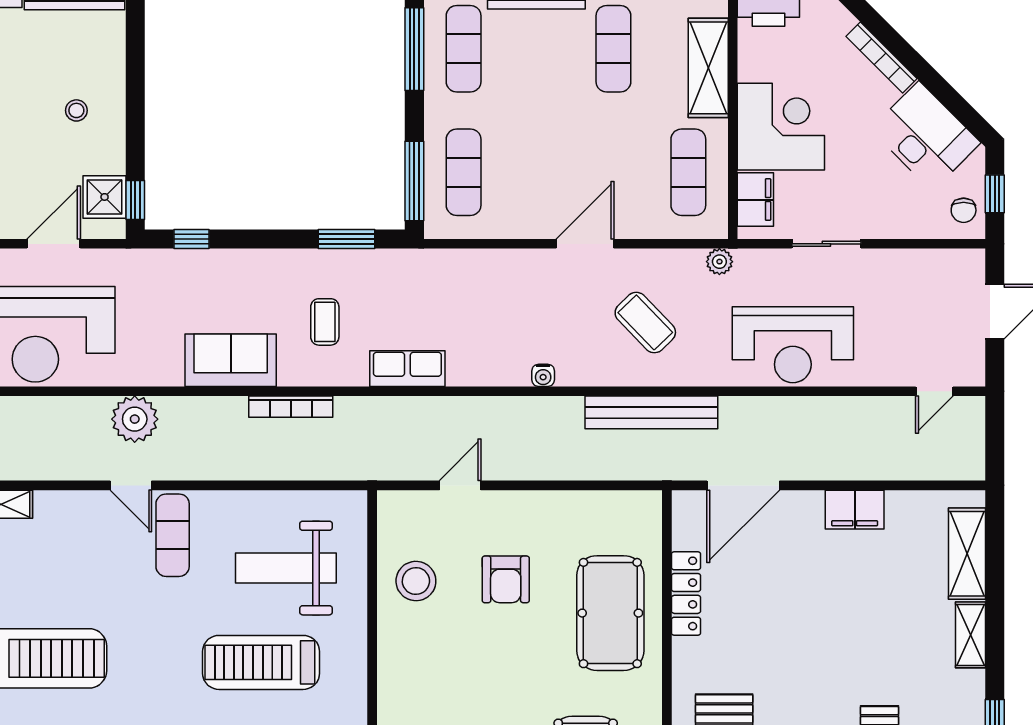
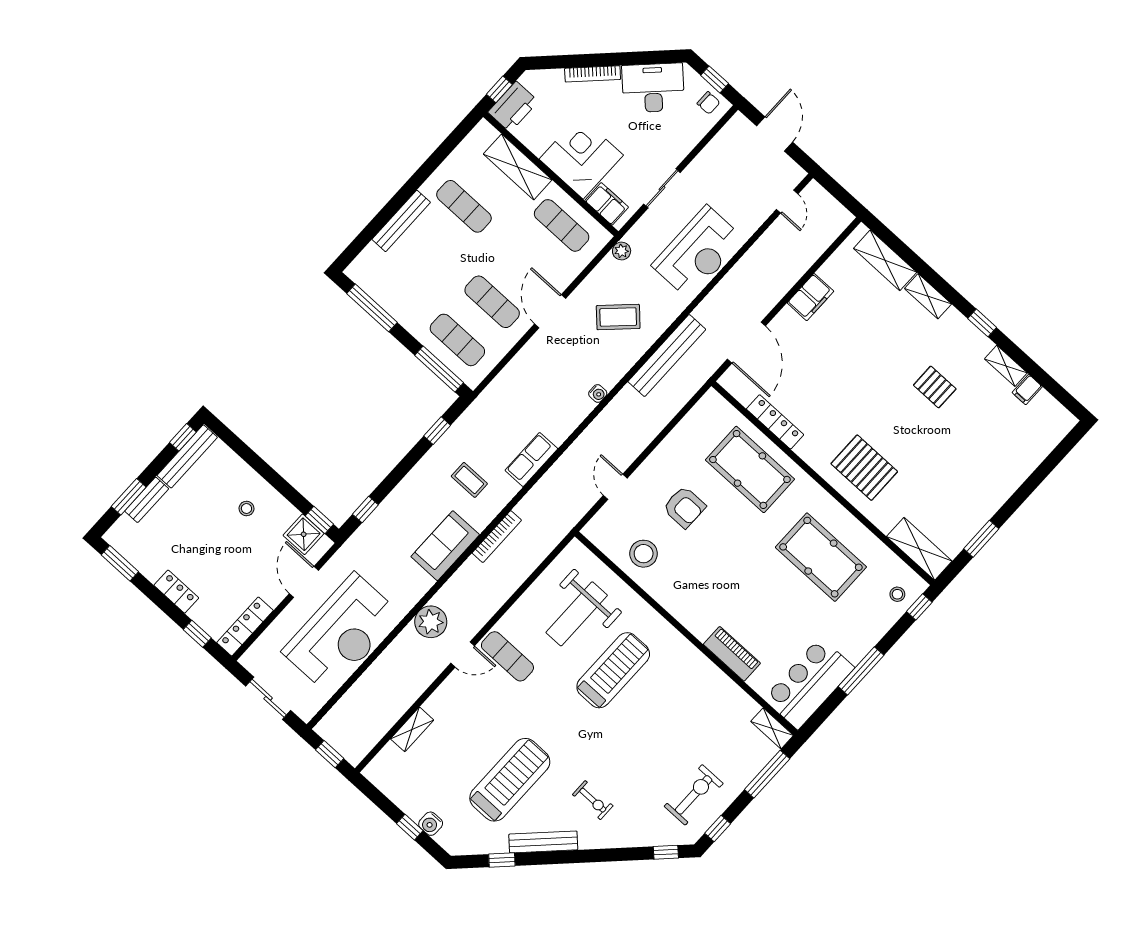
exercise mat: (464, 49) -> (492, 302), moved
window: (346, 239) -> (437, 431), width x0.67
treadmill: (261, 662) -> (613, 670), turned 180

